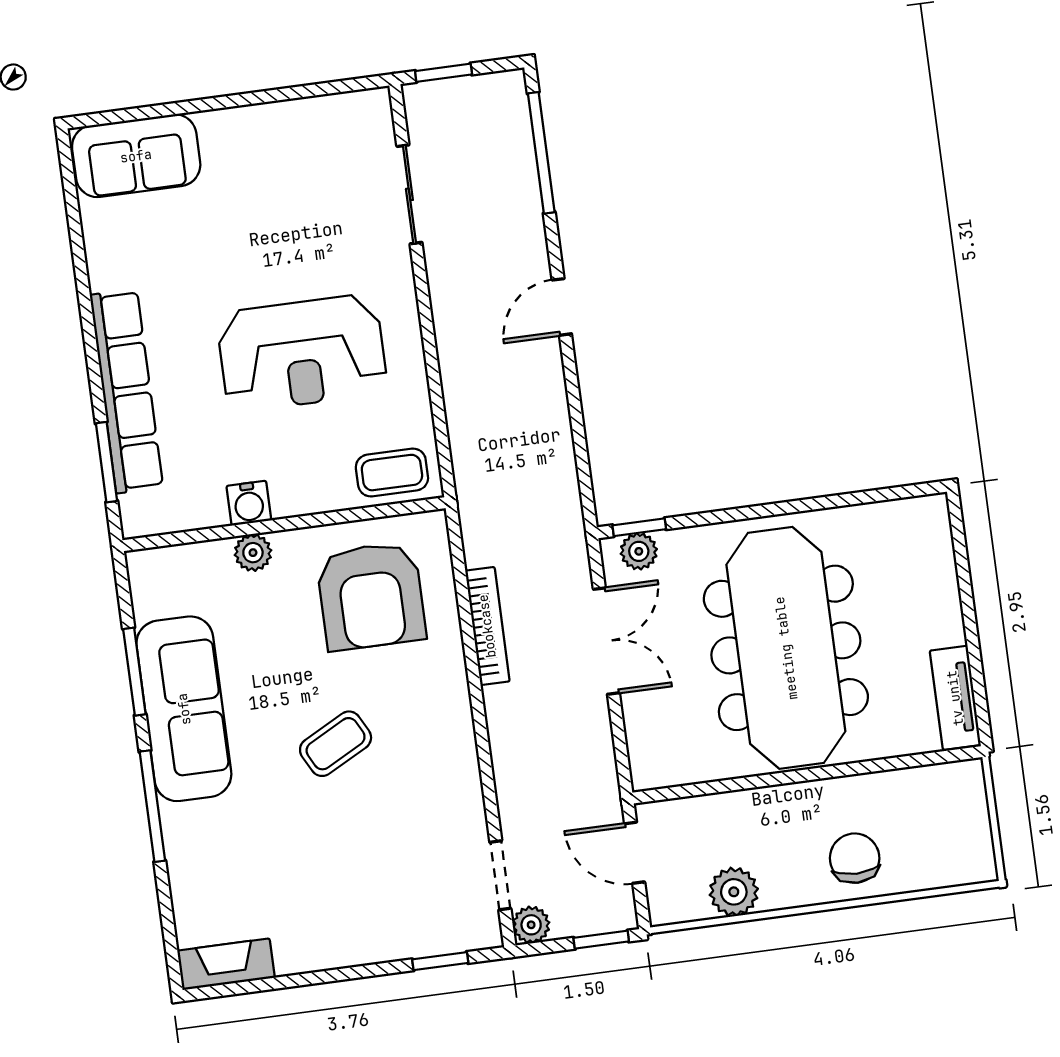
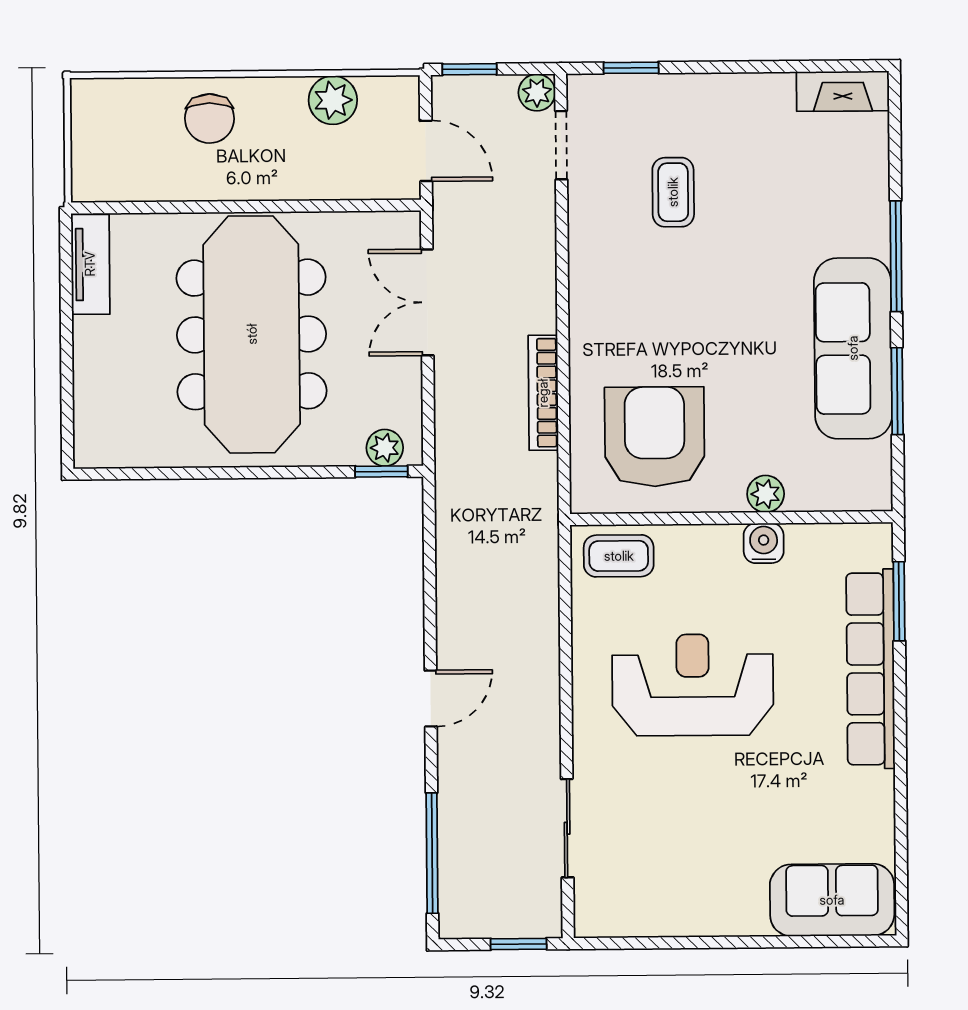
double door: (606, 641) -> (427, 302), moved
coffee table: (336, 744) -> (673, 192), moved, turned -62

